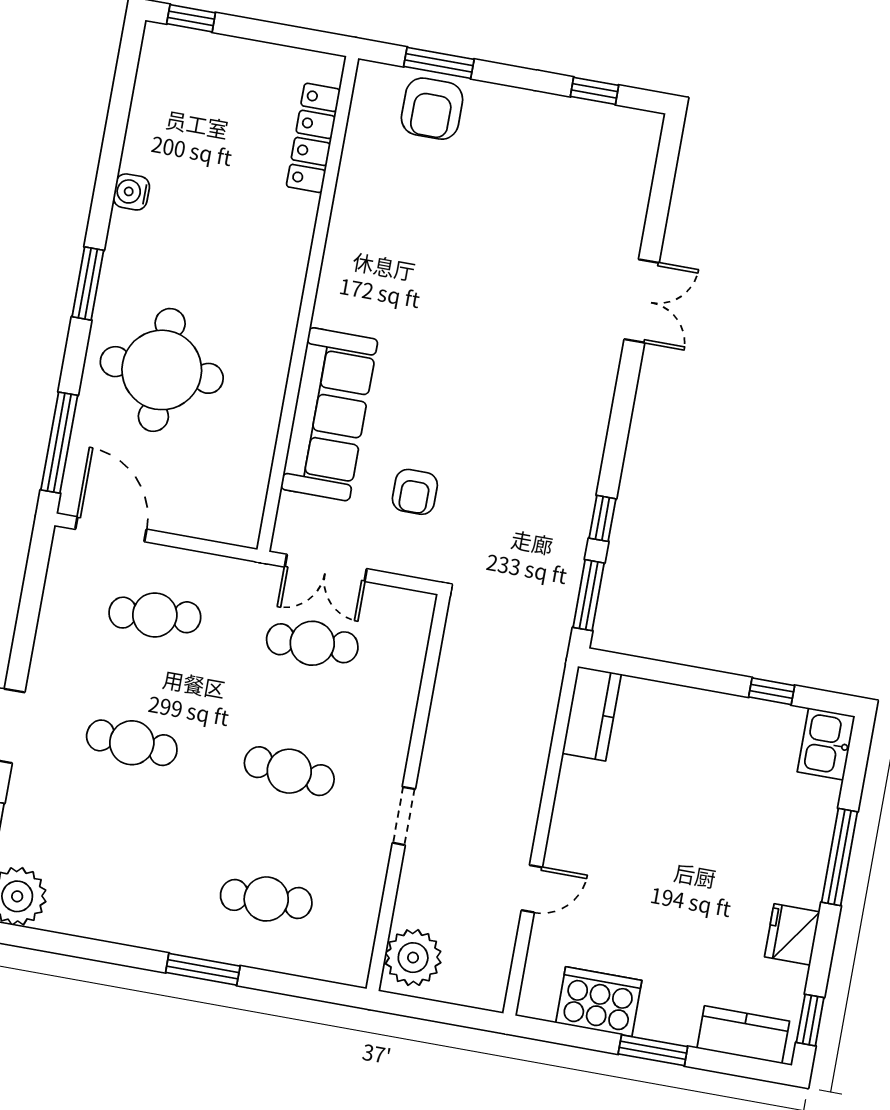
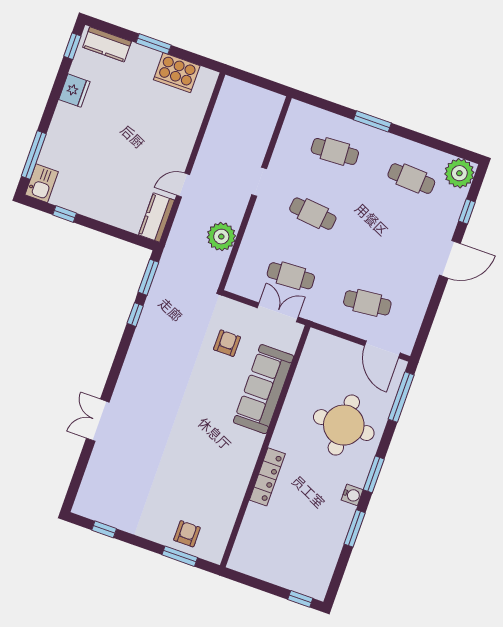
armchair: (432, 109) -> (187, 534), width x0.72, depth x0.72
locker: (313, 138) -> (267, 477), moved
window: (108, 173) -> (355, 528), added
water cooler: (131, 192) -> (352, 495), moved
cafe table: (132, 743) -> (411, 179), moved
window: (840, 857) -> (34, 155), moved
door: (532, 889) -> (183, 185), moved
plant: (413, 958) -> (221, 237), moved

